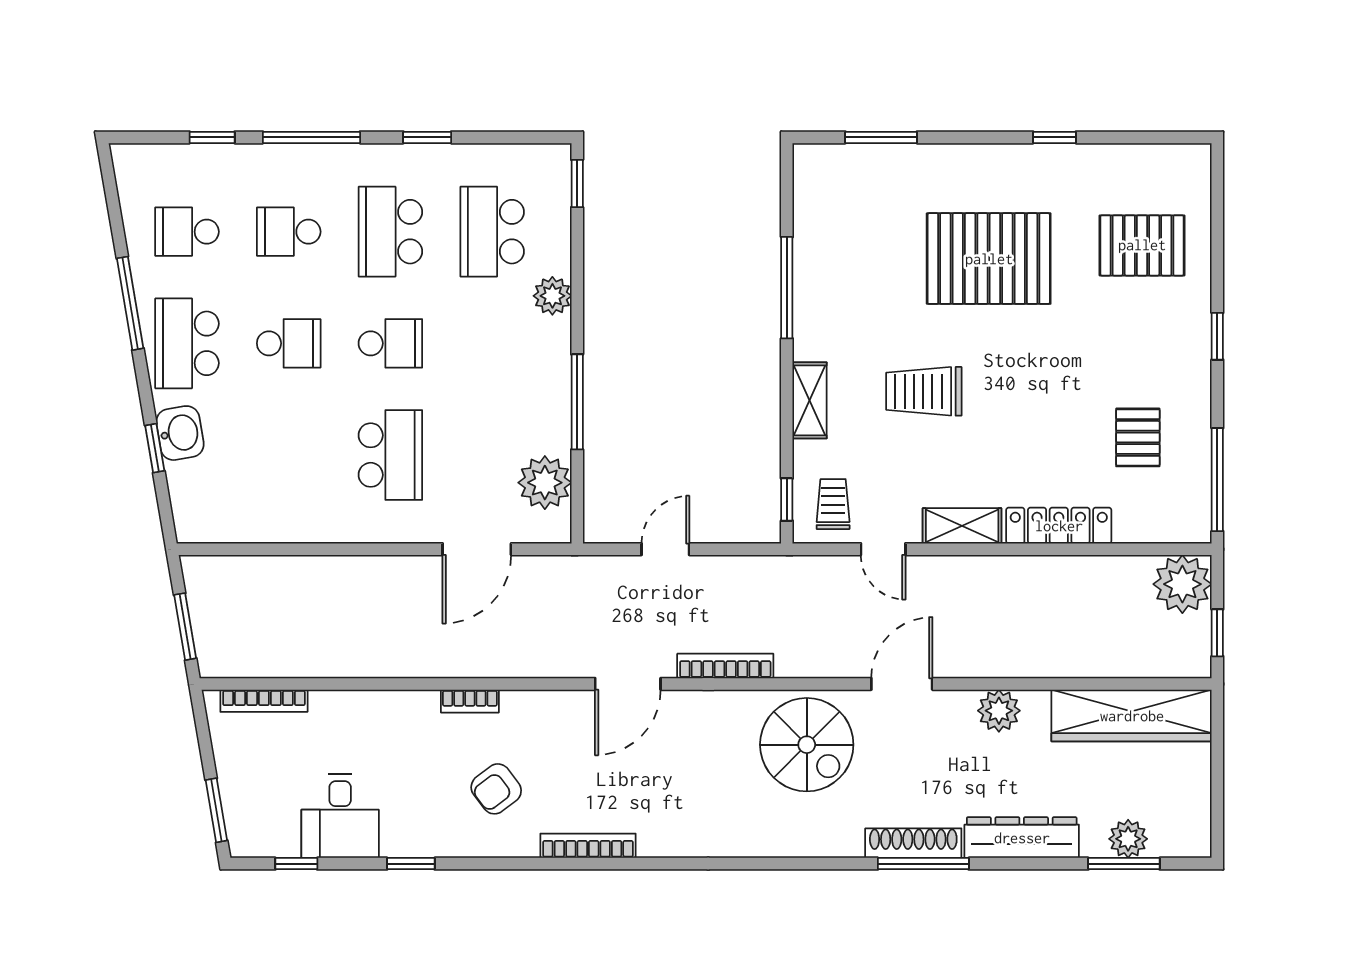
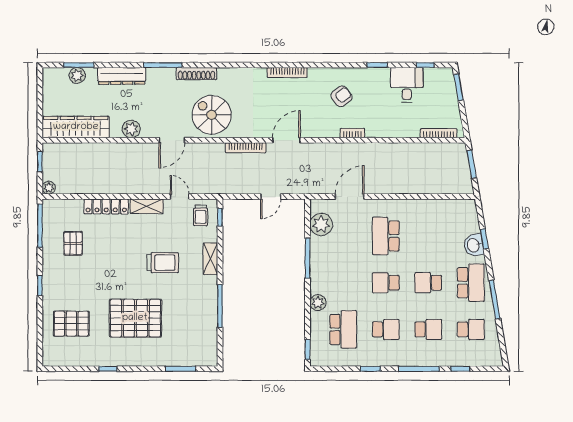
school desk: (390, 232) -> (386, 329), width x0.54
plant: (1182, 584) -> (49, 188), width x0.53, depth x0.53
shoe rack: (913, 843) -> (196, 74), moved
bookcase: (588, 846) -> (287, 73), moved

